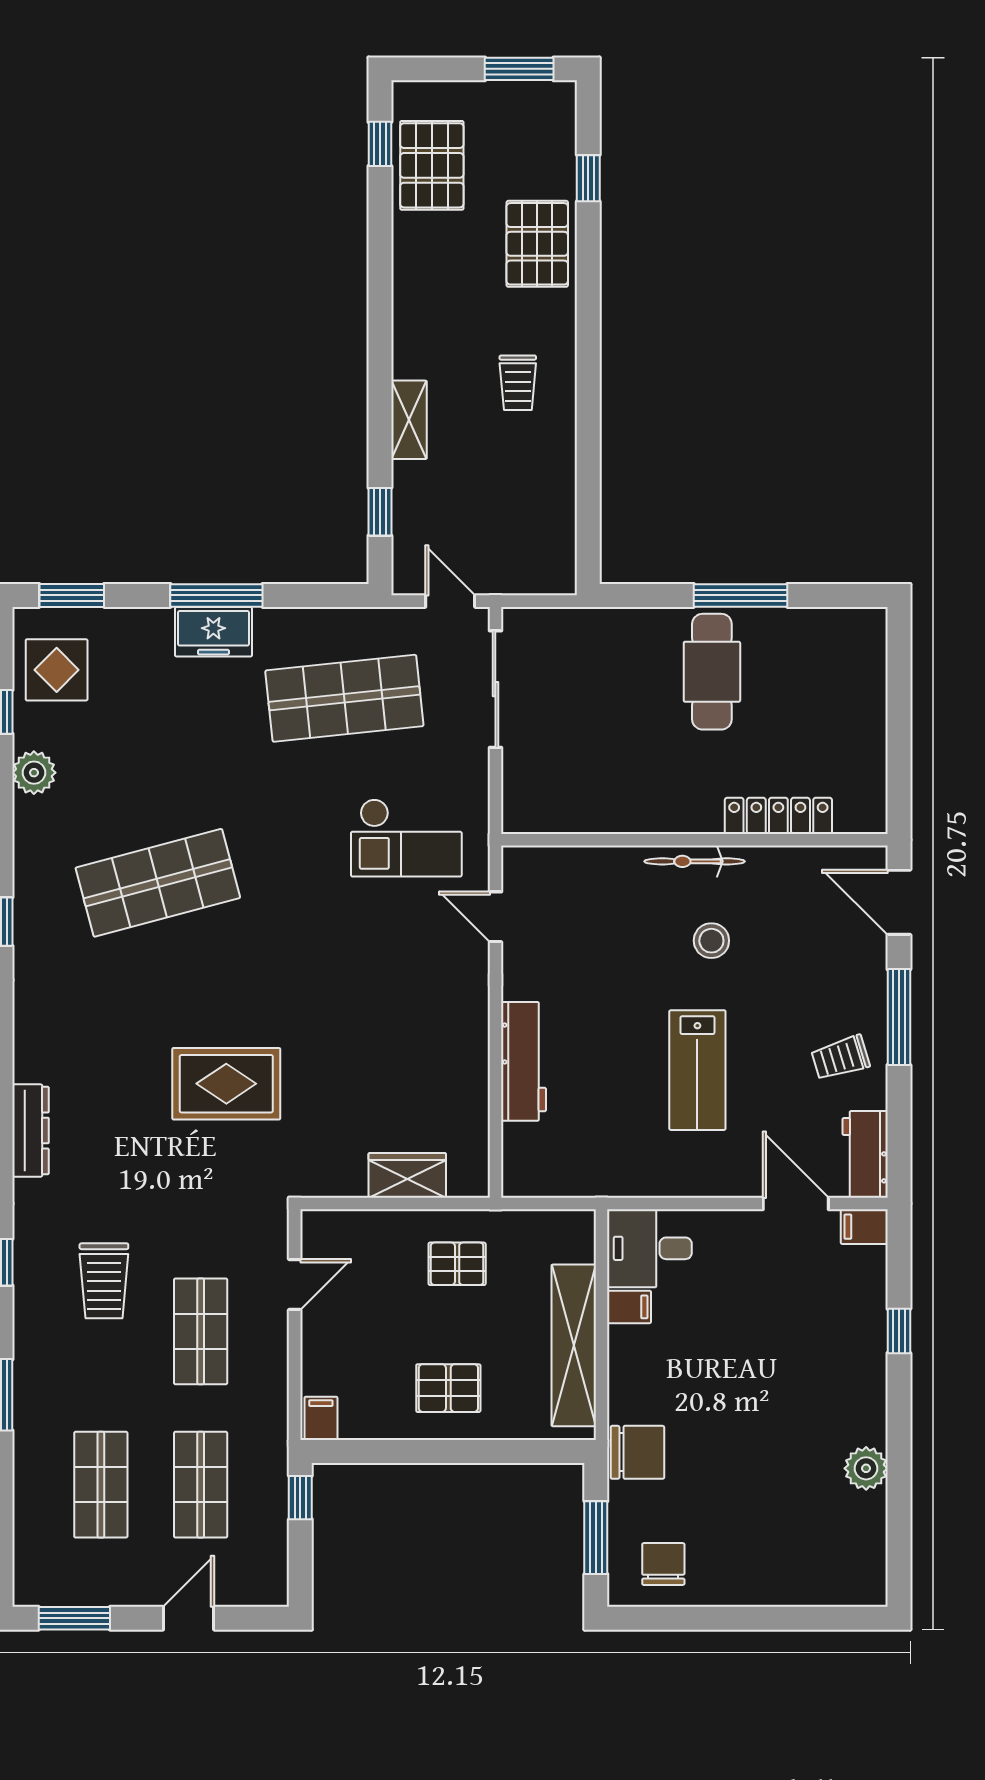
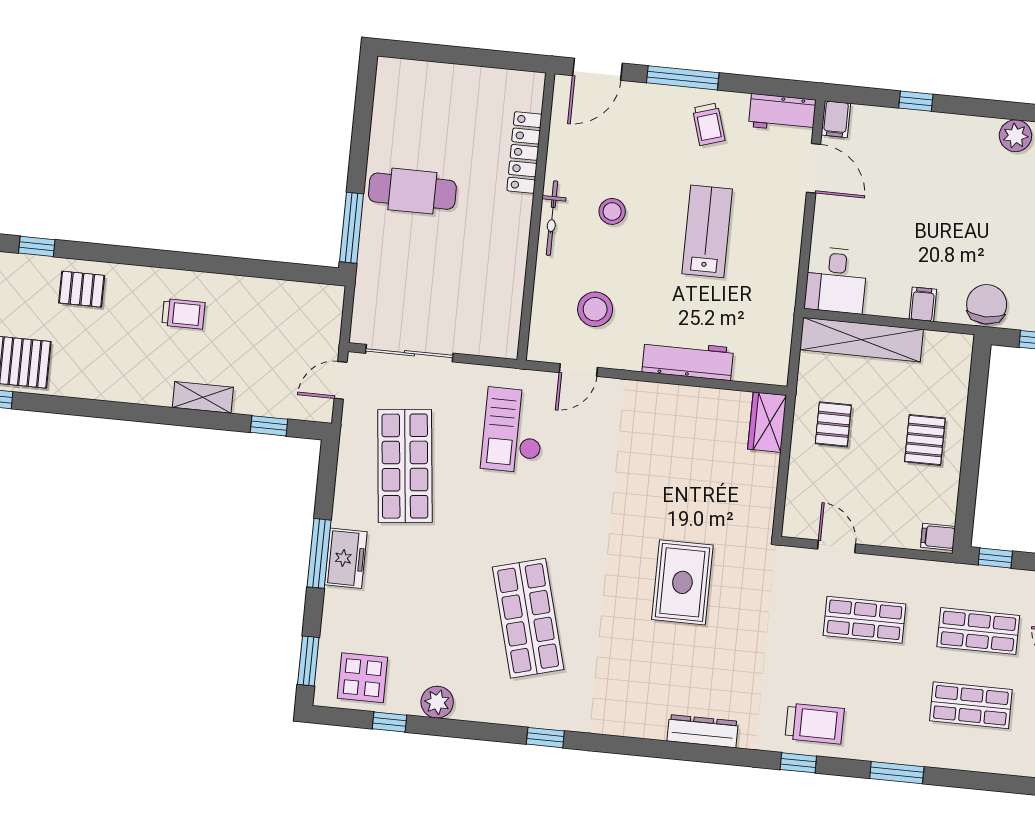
pallet: (537, 244) -> (82, 289), width x0.67, depth x0.71
window: (741, 595) -> (352, 228), moved
checkout: (406, 838) -> (513, 430), turned 180
stool: (579, 931) -> (595, 309), added
lab bench: (697, 1070) -> (707, 231), turned -90
wardrobe: (407, 1175) -> (767, 422), moved
door: (796, 1203) -> (814, 168), swing flipped
trolley: (104, 1281) -> (815, 724), moved
filing cabinet: (629, 1307) -> (923, 304), moved
shelving: (574, 1345) -> (861, 340), moved

